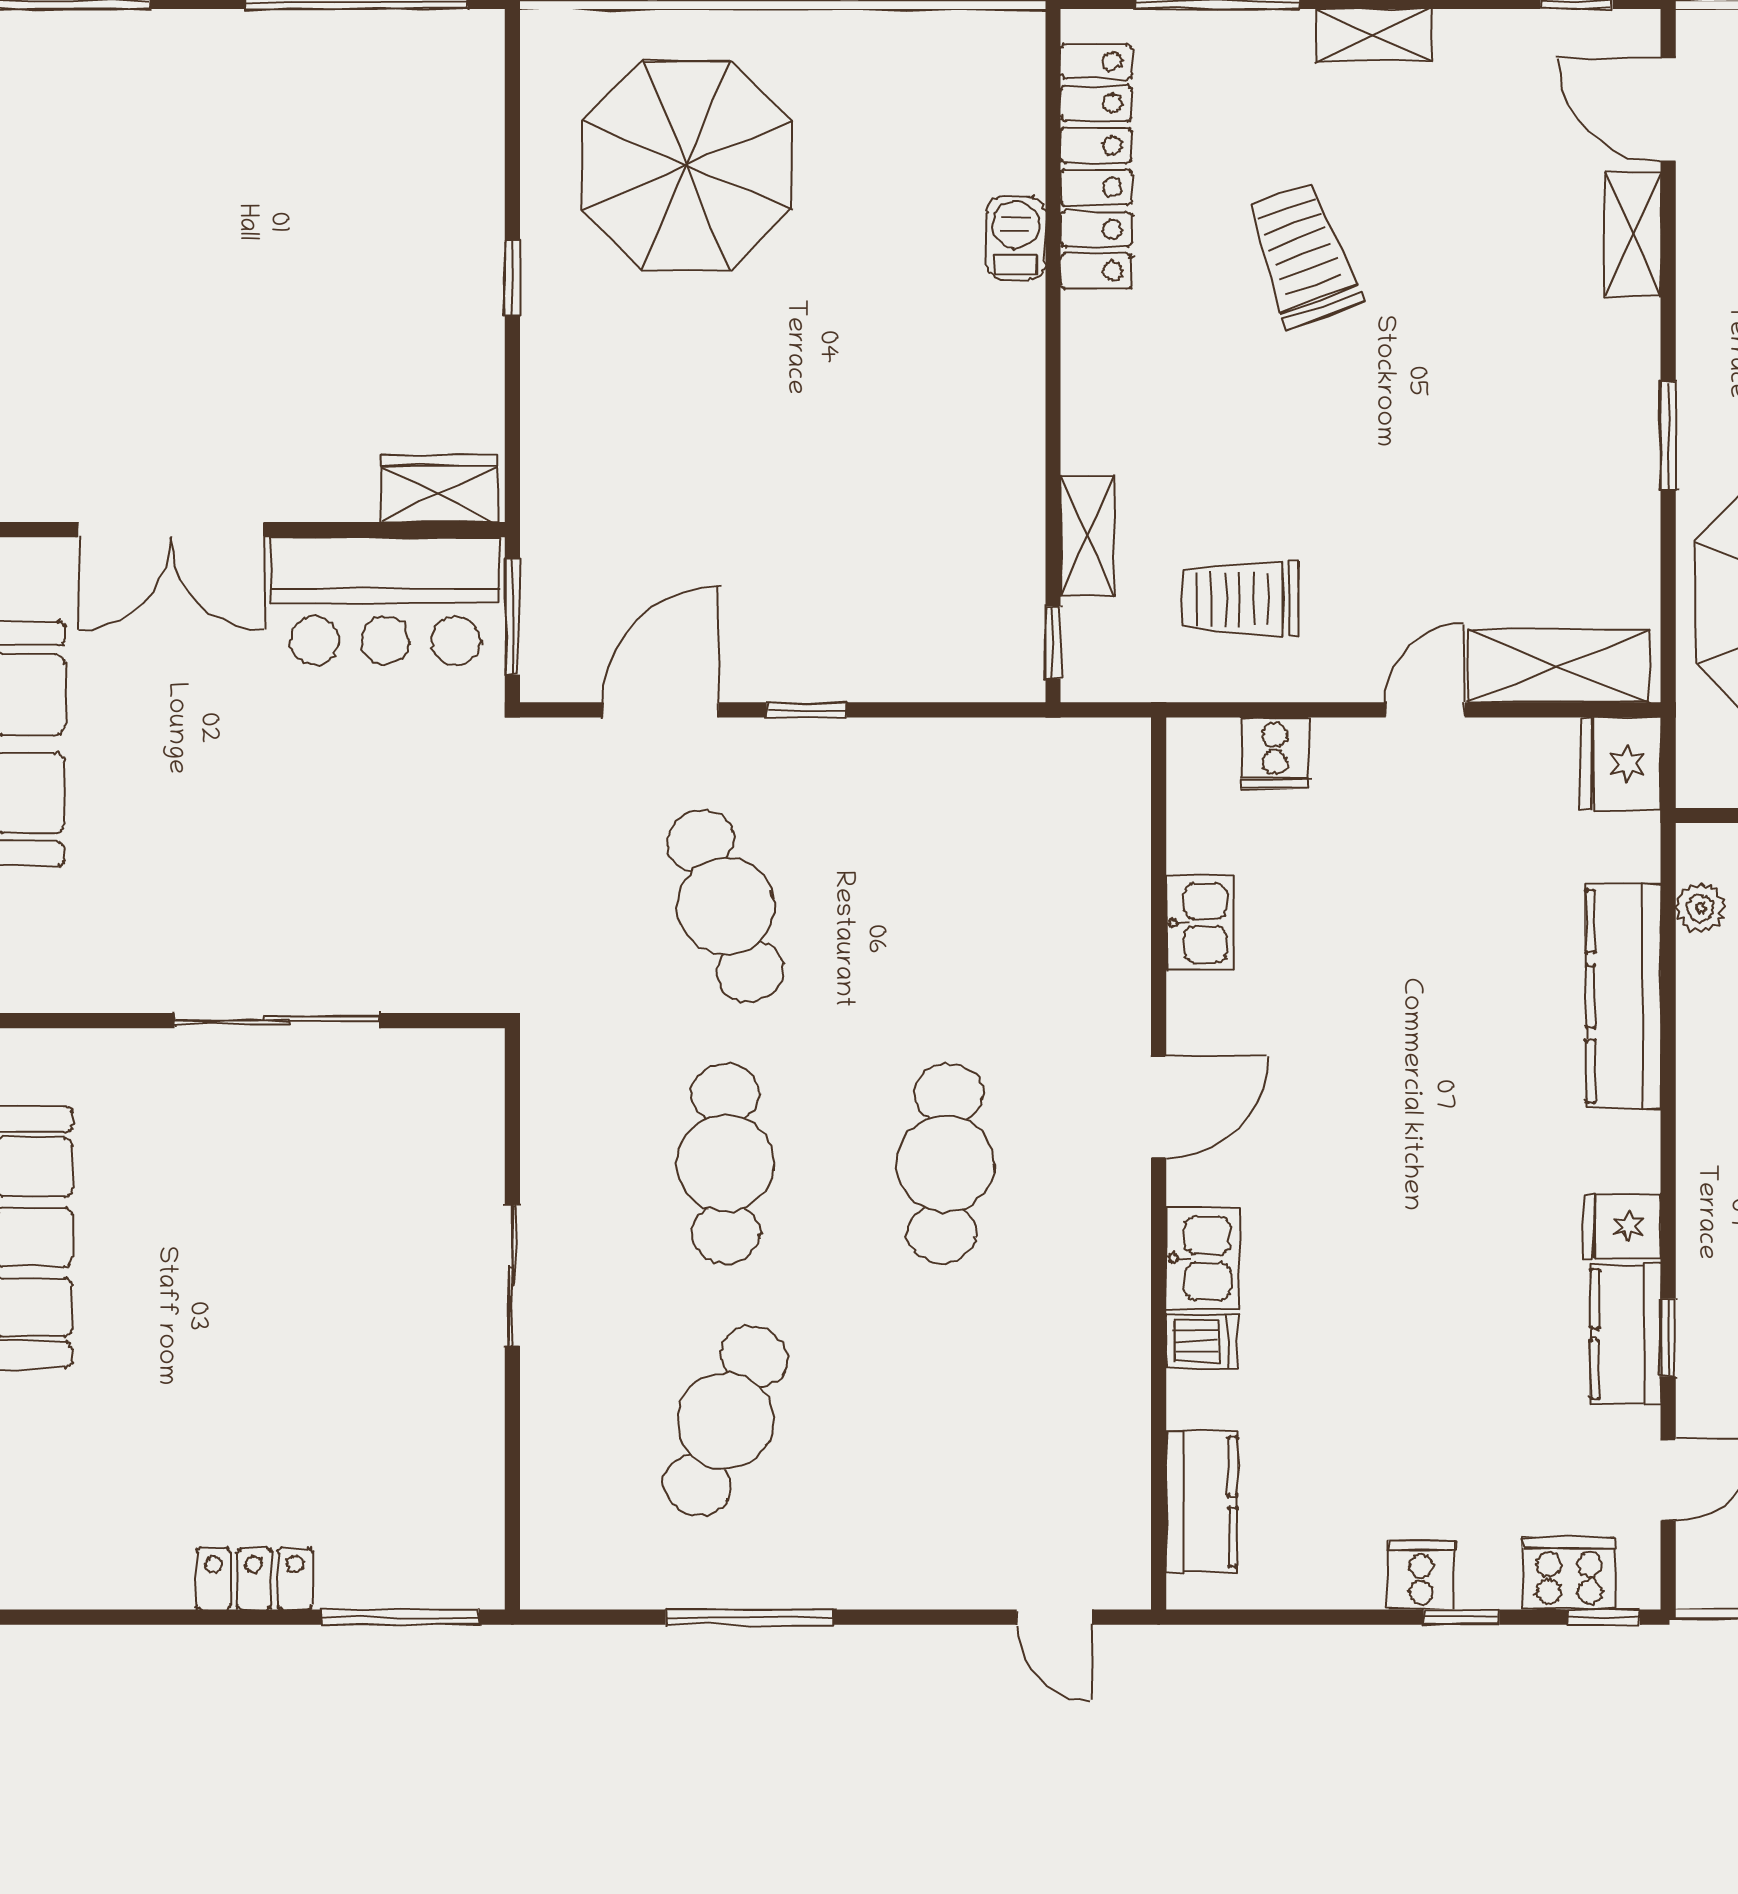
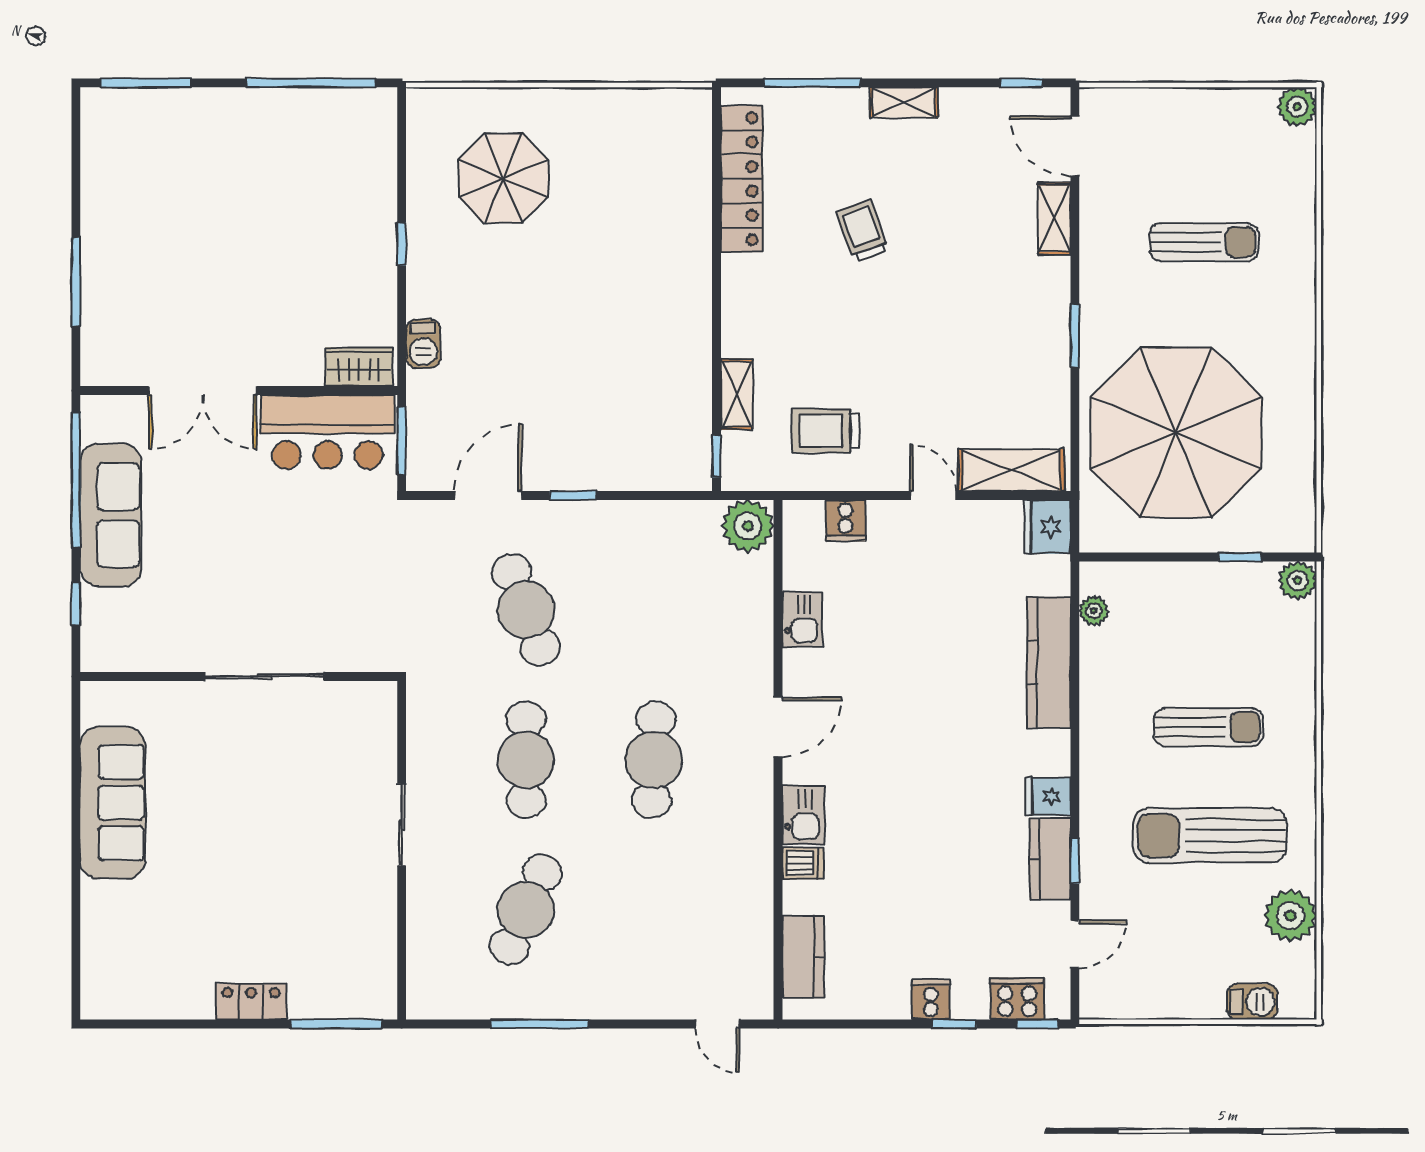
parasol: (687, 165) -> (503, 178), width x0.73, depth x0.73
barbecue: (1016, 238) -> (423, 344), moved, turned 180
trolley: (1303, 255) -> (862, 230), width x0.73, depth x0.72
door: (1425, 710) -> (933, 496), hinge flipped
plant: (1107, 762) -> (748, 526), added

